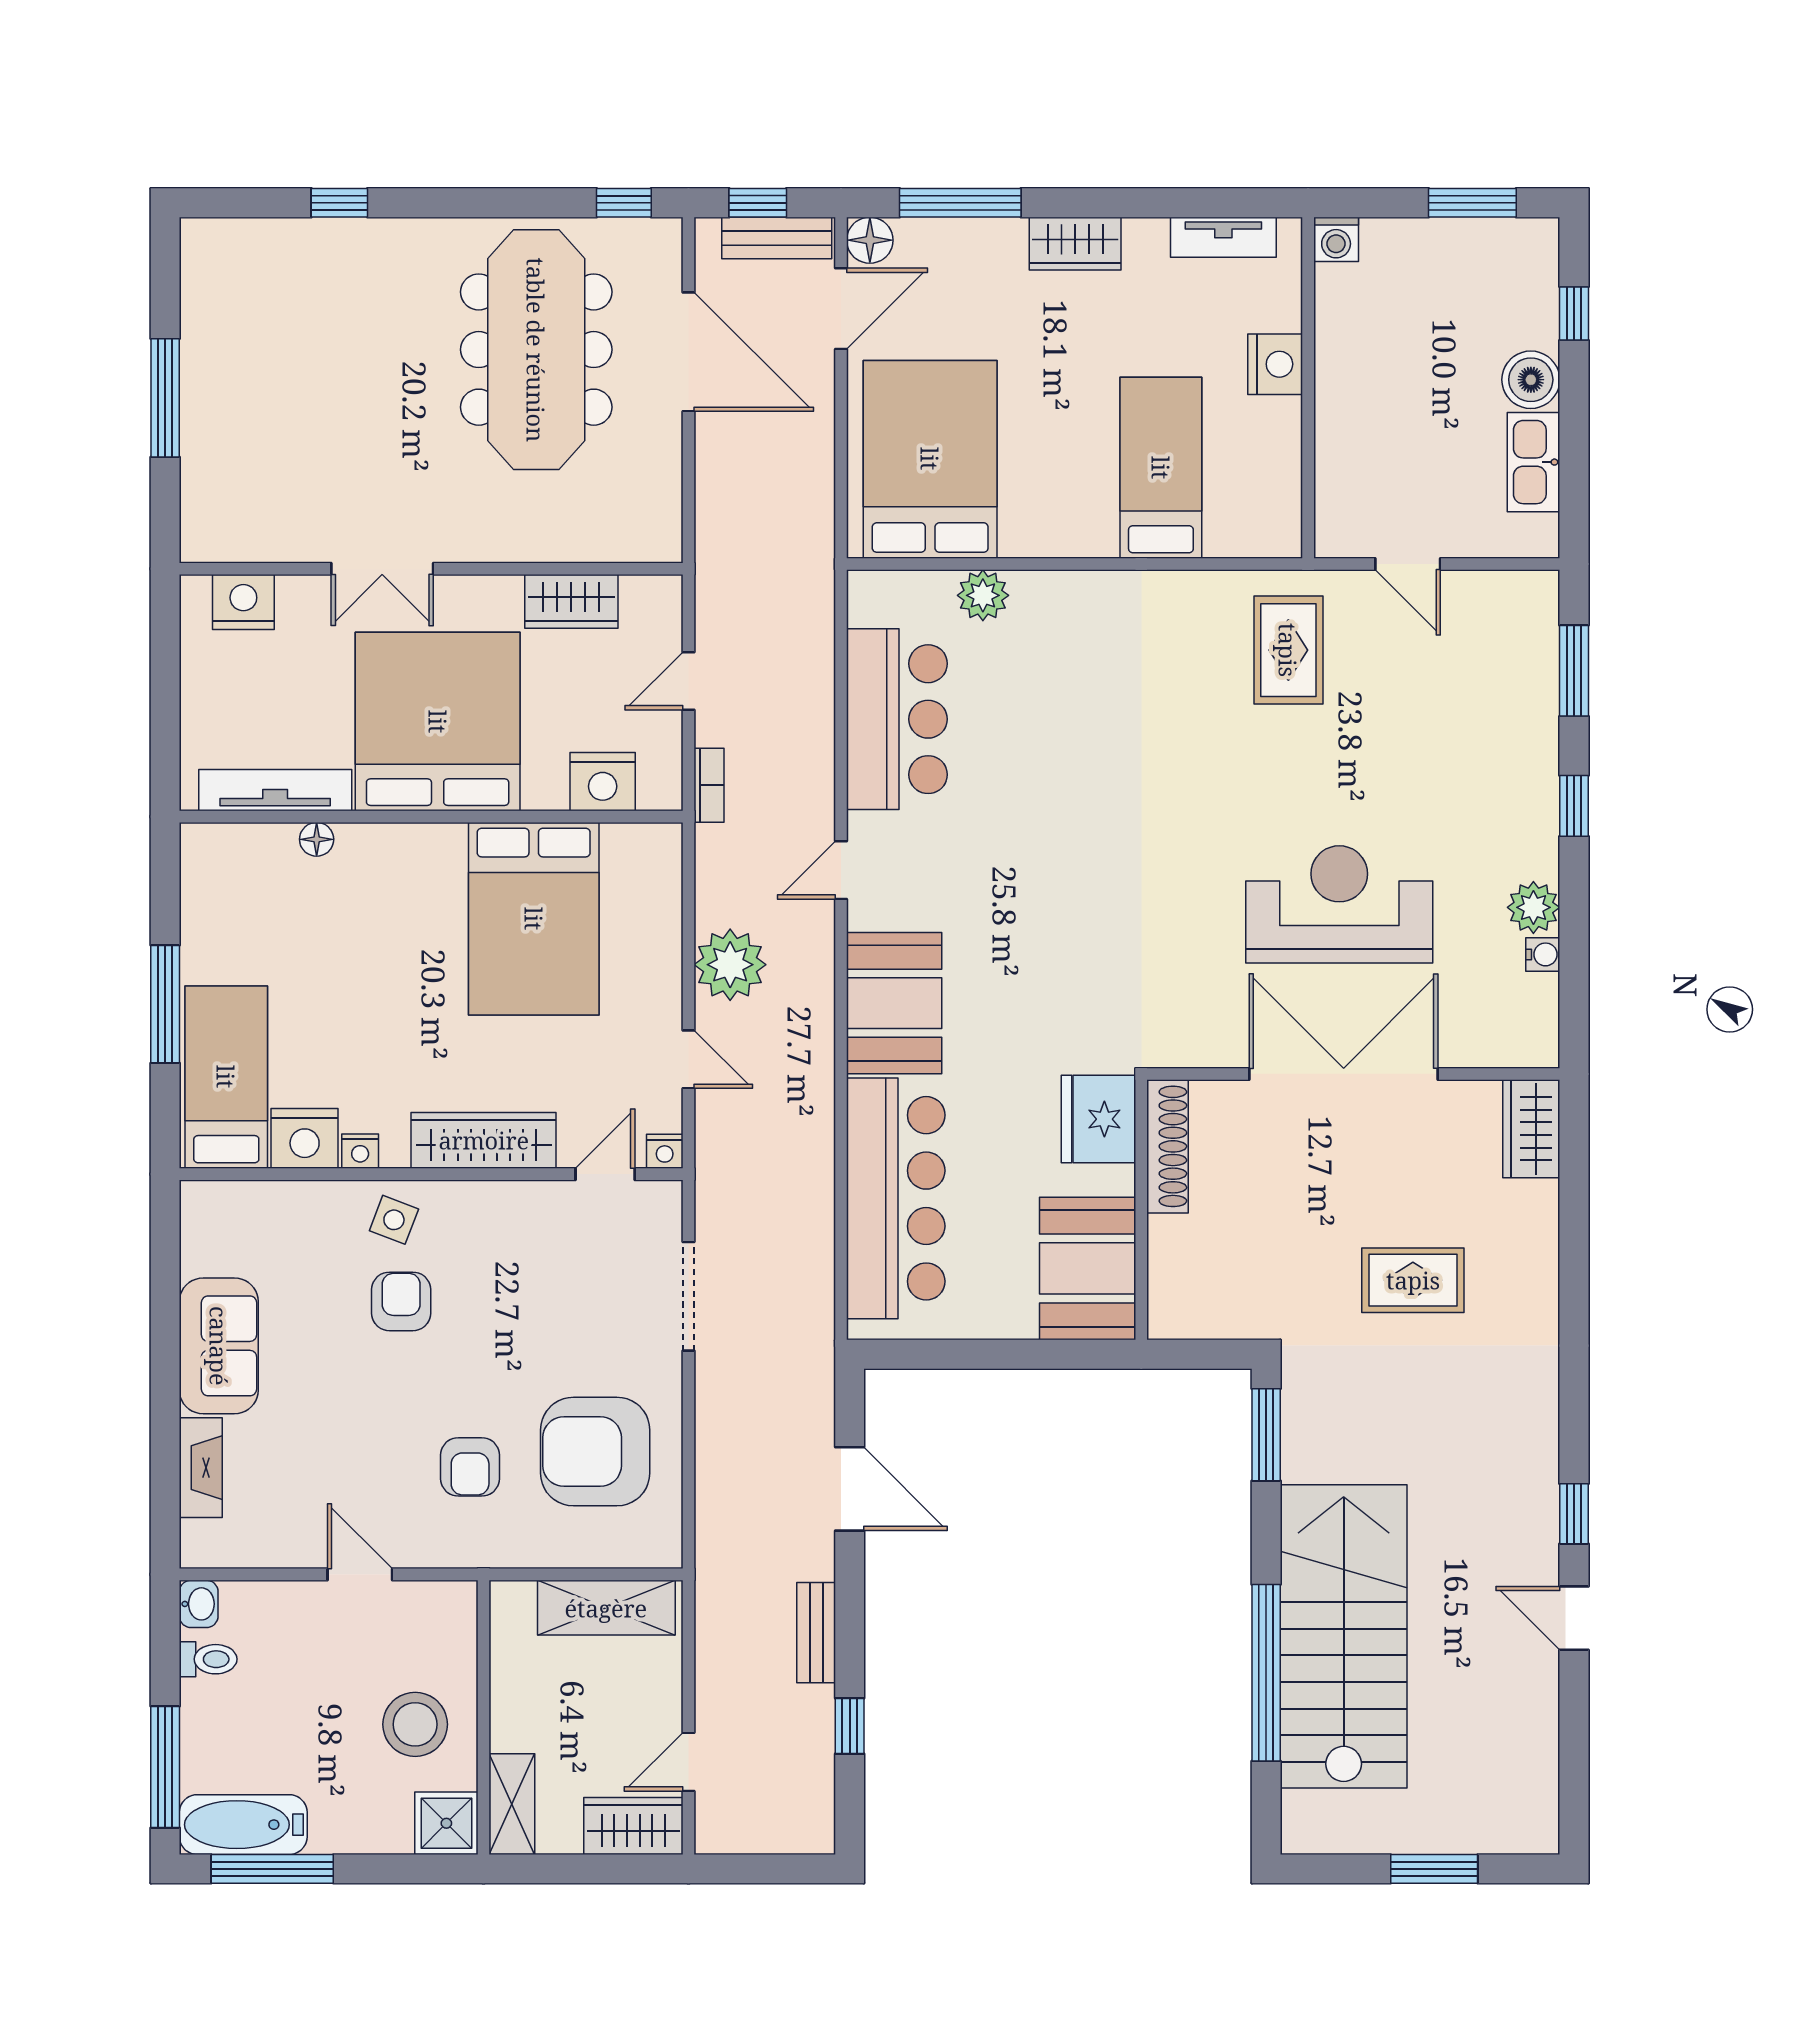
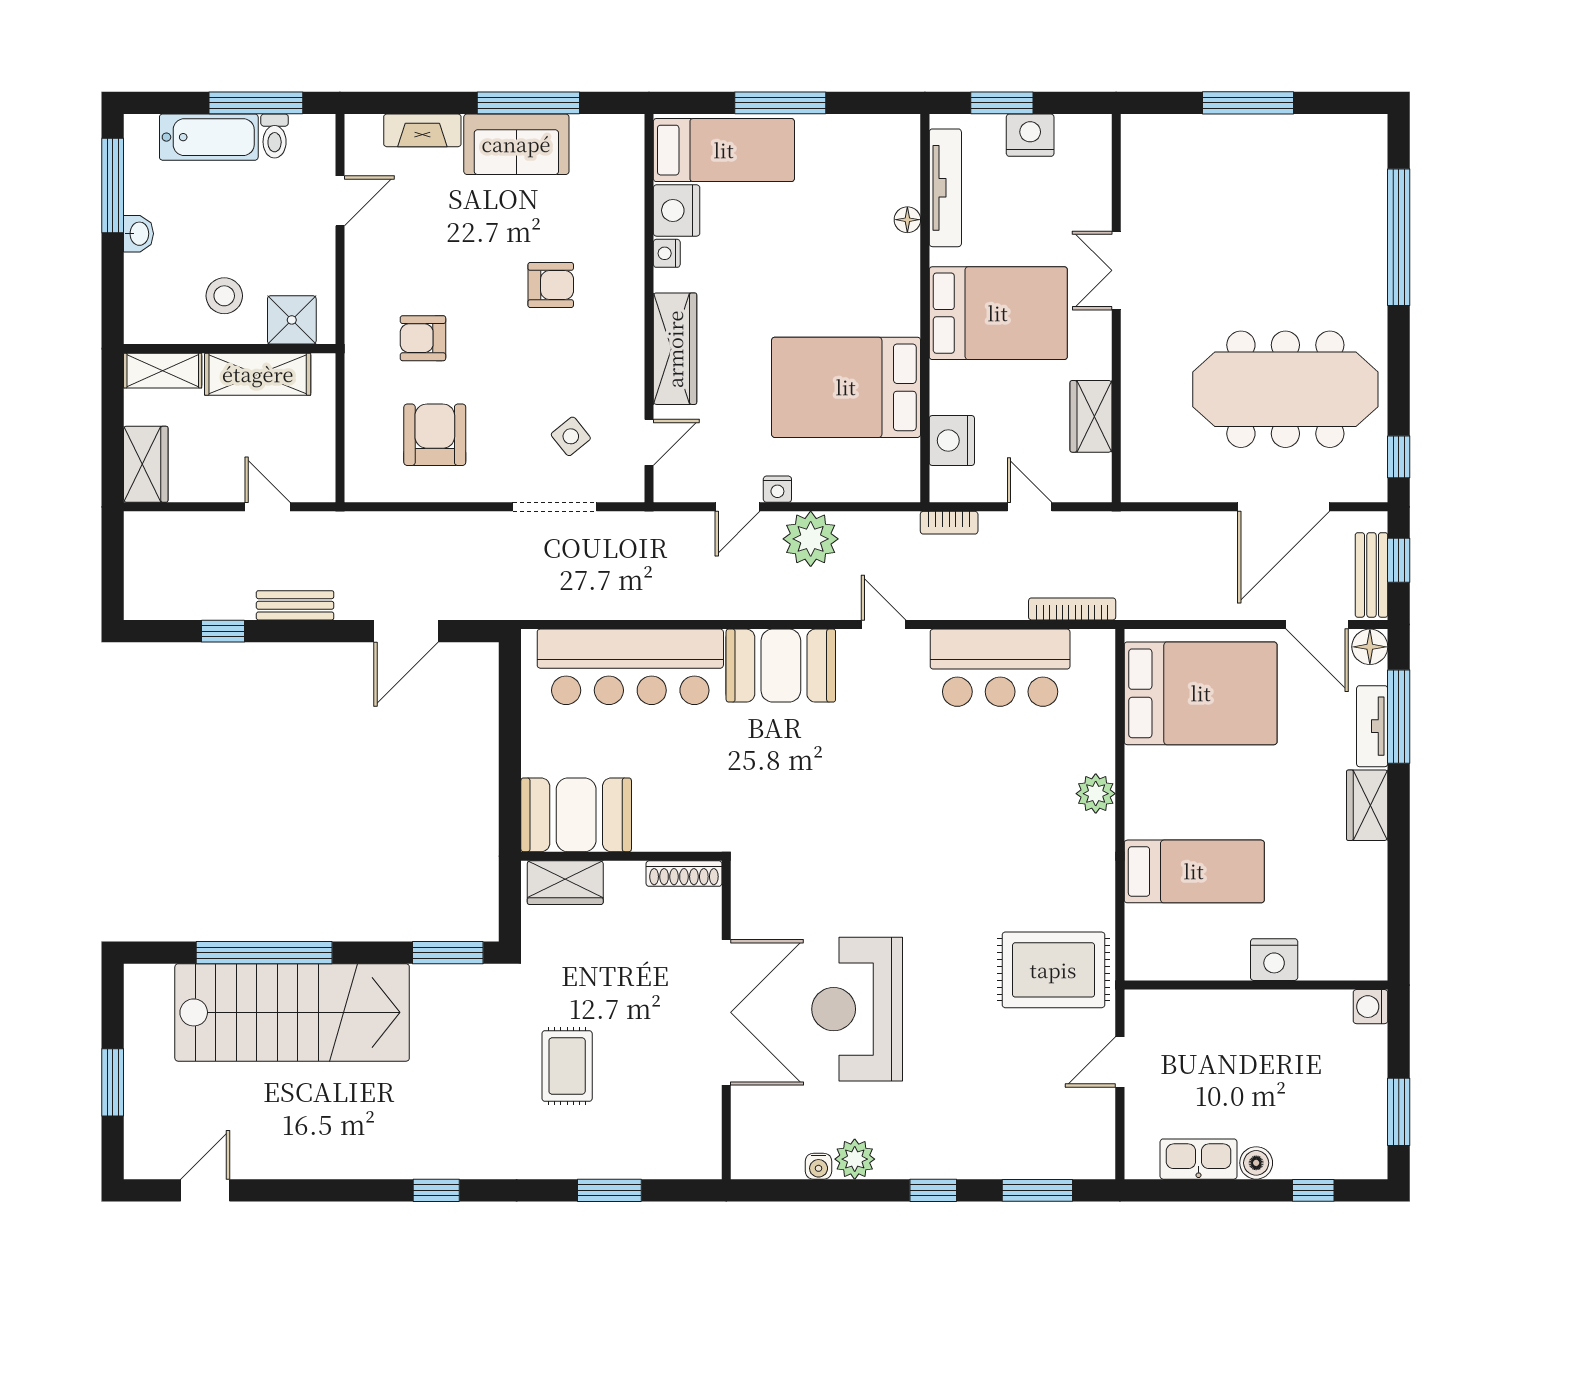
window: (339, 203) -> (1399, 237), width x3.17
tv unit: (1223, 237) -> (1372, 726), moved
boiler: (1531, 380) -> (1256, 1163), width x0.73, depth x0.73
plant: (983, 595) -> (1096, 794), moved
nightstand: (243, 602) -> (1030, 135), moved, turned -90
bookcase: (821, 626) -> (1072, 609), added
rug: (1288, 650) -> (1053, 970), width x1.36, depth x1.43
window: (165, 717) -> (1002, 103), added
bed: (438, 722) -> (998, 313), width x0.73
reception desk: (1339, 904) -> (857, 1009), turned 180
fridge: (1098, 1119) -> (691, 823), removed
wardrobe: (1531, 1129) -> (565, 883), moved, turned 180
shoe rack: (1168, 1146) -> (684, 874), width x0.74, depth x0.81
nightstand: (665, 1151) -> (777, 489), moved, turned -90
door: (605, 1174) -> (649, 442), hinge flipped
side table: (394, 1220) -> (571, 436), moved, turned 30
window: (1574, 1225) -> (609, 1190), added
window: (165, 1330) -> (528, 103), added
armchair: (595, 1452) -> (435, 435), width x0.73, depth x0.73
window: (1574, 1514) -> (436, 1190), moved
door: (360, 1574) -> (340, 201), moved
washbasin: (199, 1604) -> (139, 234), moved, turned -90
shelving: (606, 1608) -> (258, 374), moved, turned 90
door: (1574, 1618) -> (205, 1190), moved
stool: (415, 1724) -> (224, 296), width x0.73, depth x0.73
door: (688, 1762) -> (268, 507), moved
window: (165, 1767) -> (256, 103), moved
shower: (446, 1823) -> (292, 320), moved
bathtub: (243, 1825) -> (209, 137), moved, turned 90

